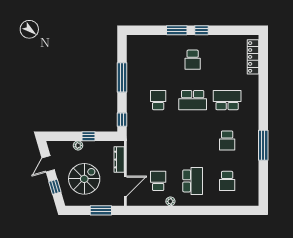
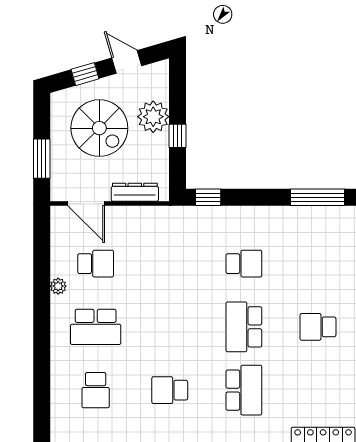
window: (122, 77) -> (317, 197), moved
plant: (78, 145) -> (153, 117), width x1.87, depth x1.87
school desk: (227, 181) -> (96, 390), turned -90

